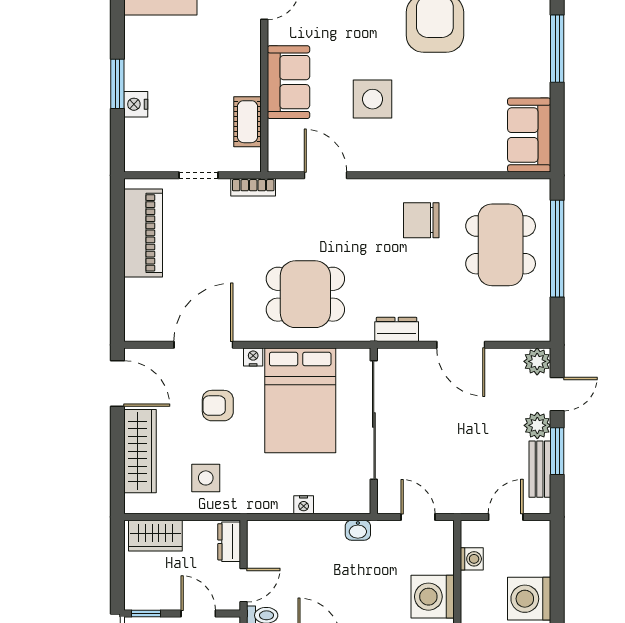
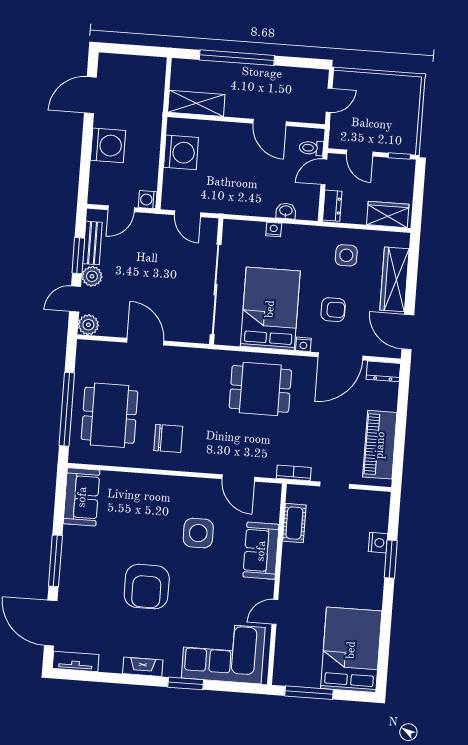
dresser: (397, 329) -> (383, 371), moved
washbasin: (358, 530) -> (286, 211), moved
washing machine: (472, 559) -> (148, 200), moved

